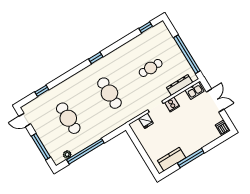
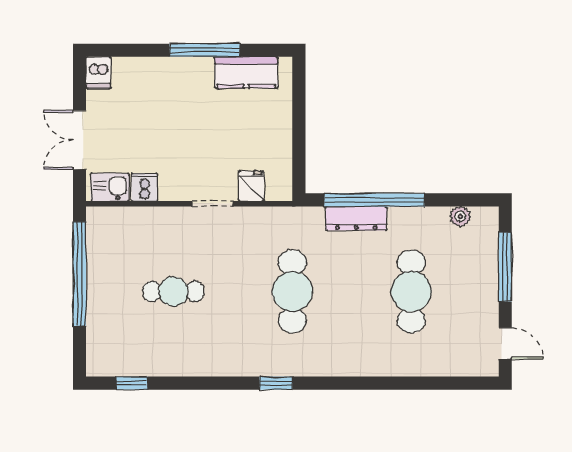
dresser: (180, 85) -> (356, 218), moved
window: (42, 91) -> (432, 383), removed
cooker: (172, 104) -> (145, 187), moved
window: (85, 151) -> (374, 200), moved

